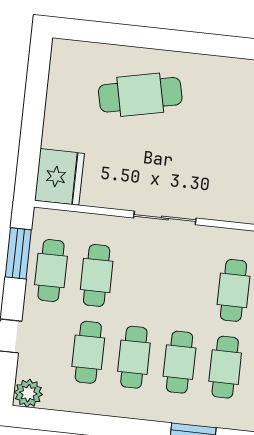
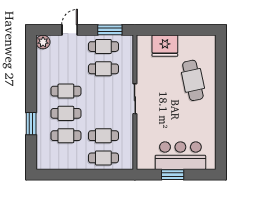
fridge: (59, 177) -> (165, 46), moved
cafe table: (88, 352) -> (66, 69), removed

